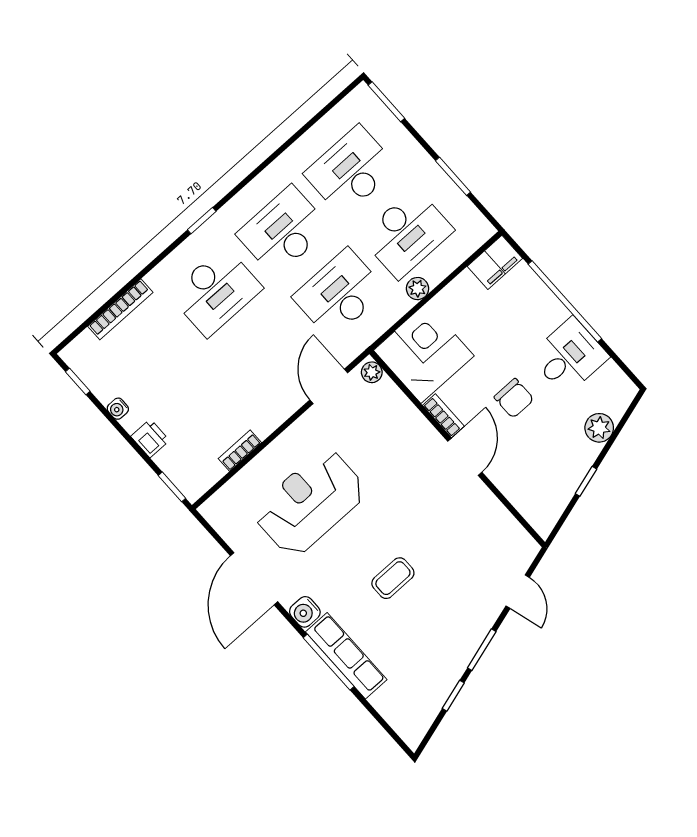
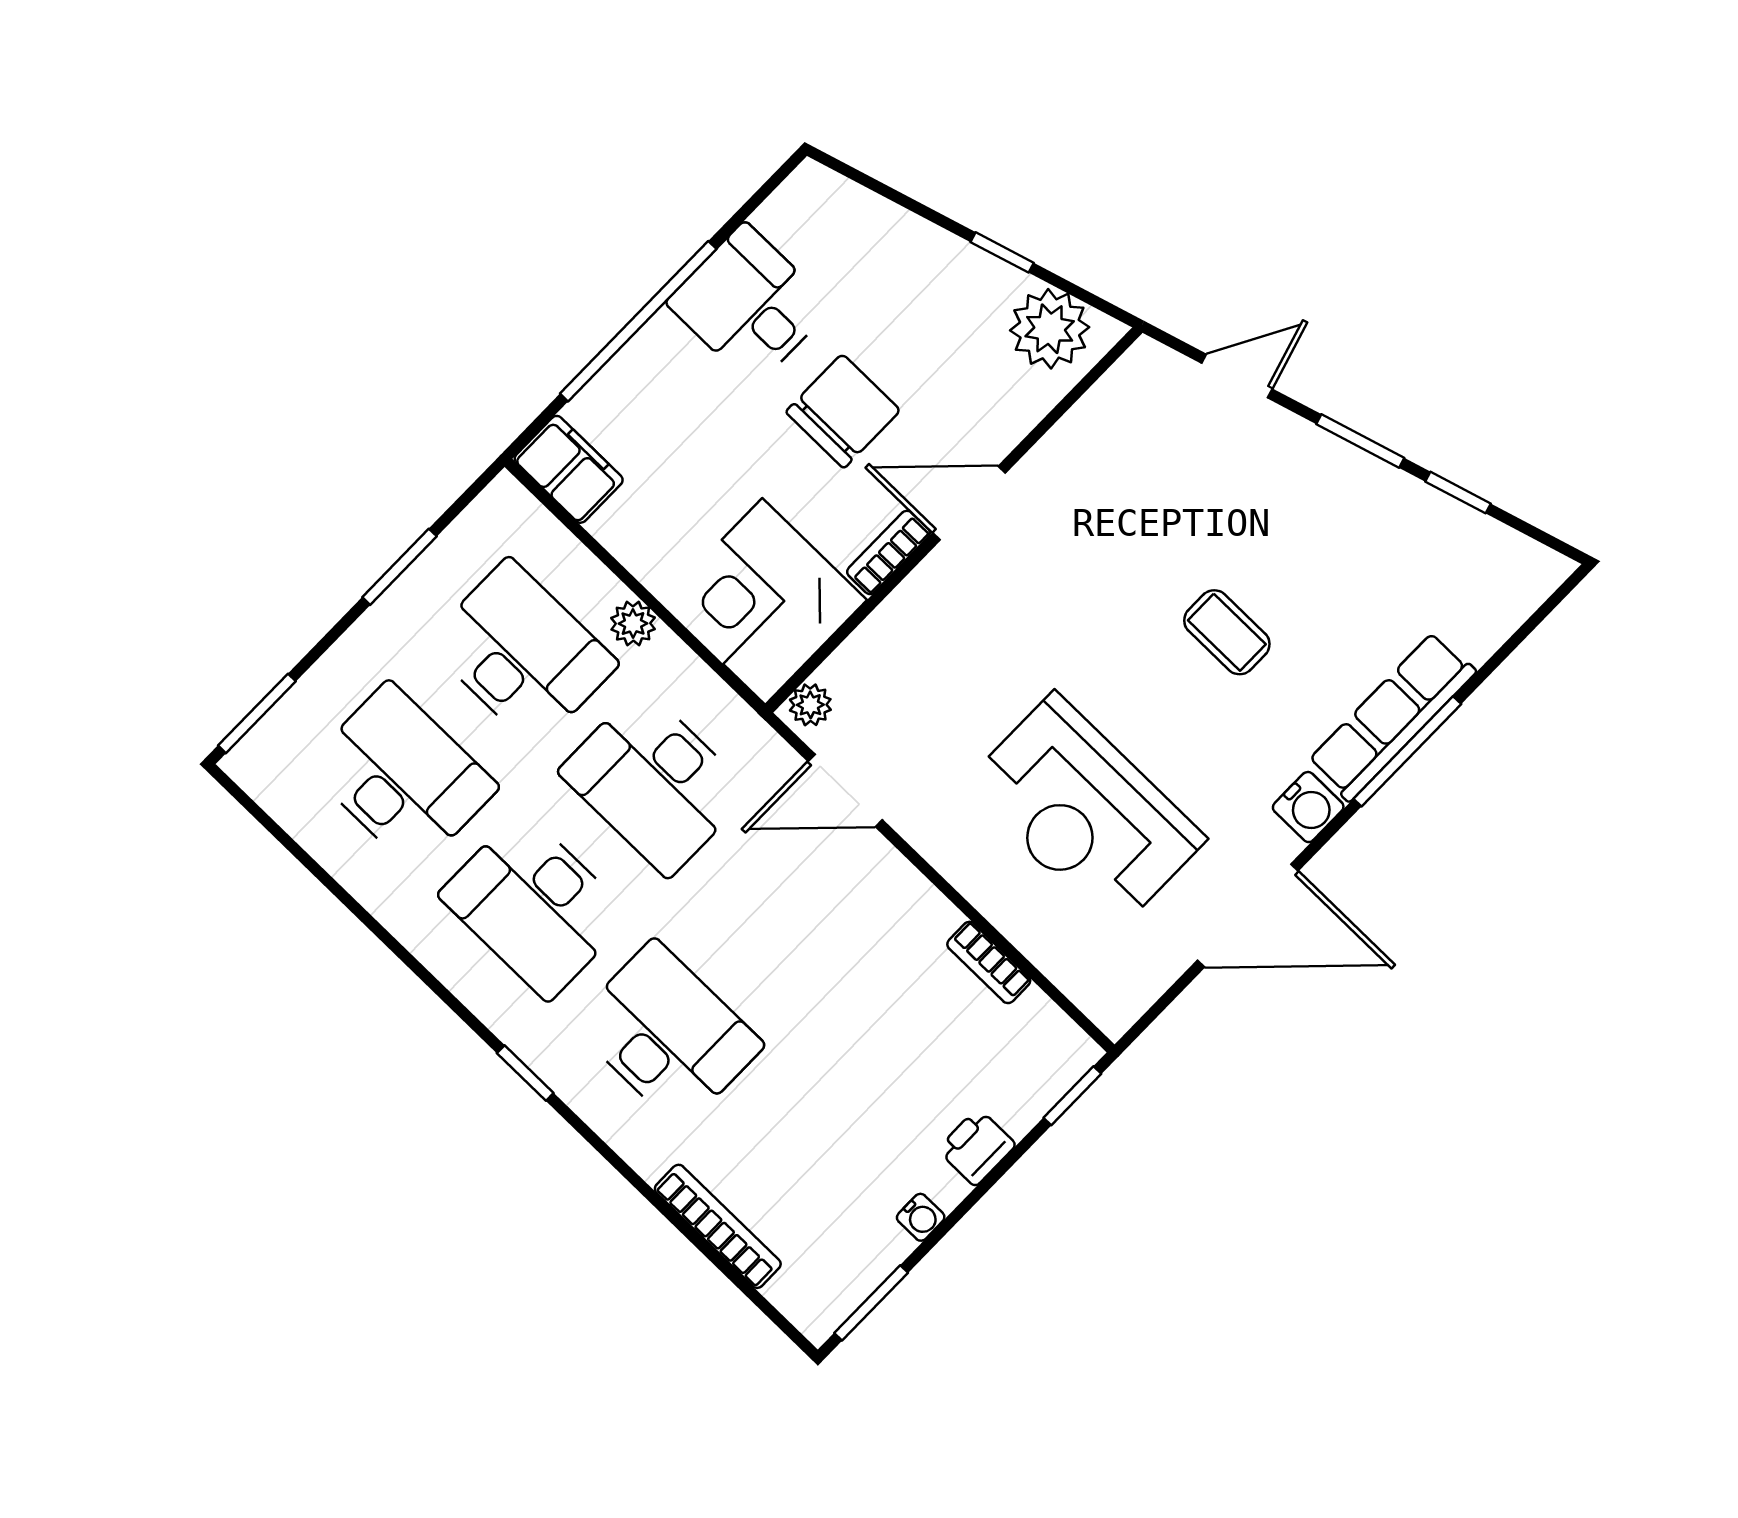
desk: (351, 171) -> (402, 776), turned 180
window: (78, 382) -> (871, 1303), width x1.50
chair: (514, 398) -> (843, 411), width x1.37, depth x1.37
plant: (599, 428) -> (1050, 329), moved, width x1.36, depth x1.36

